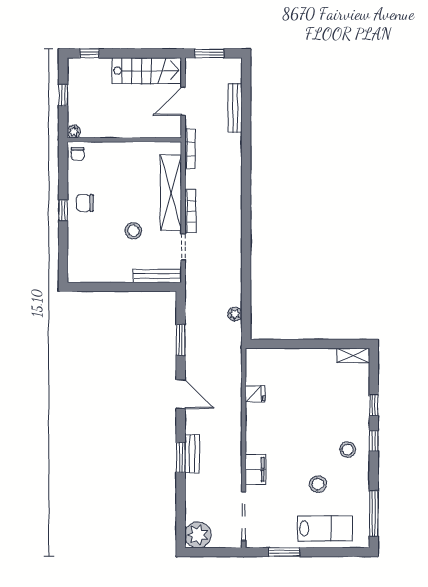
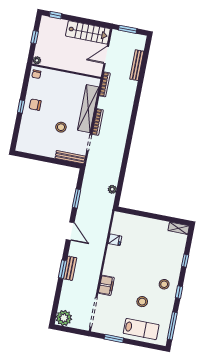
window: (374, 441) -> (179, 292), moved

